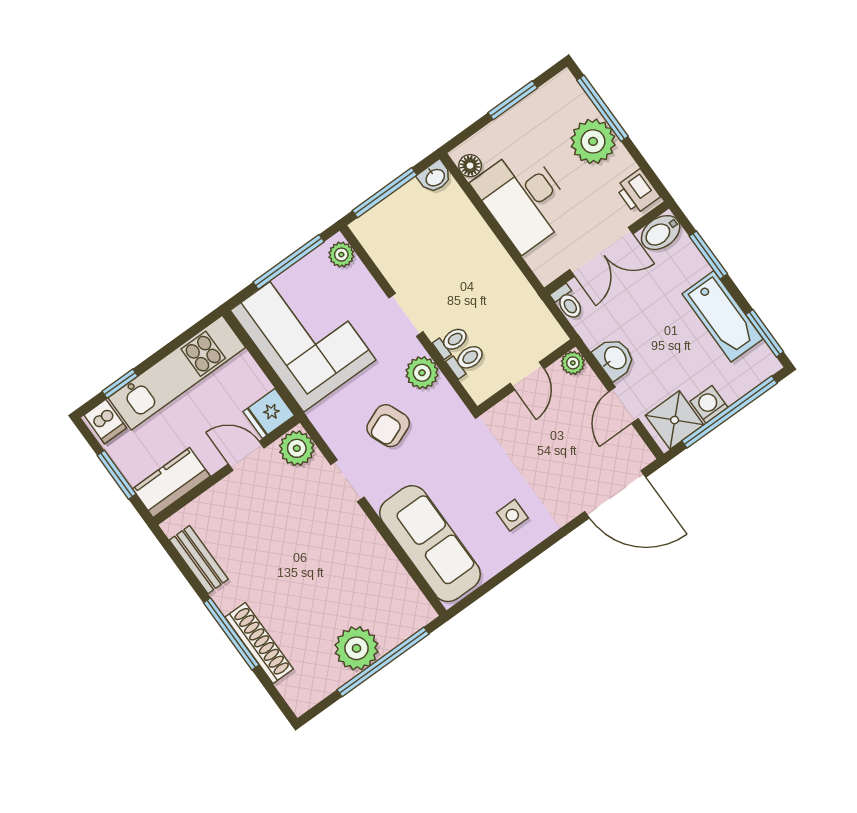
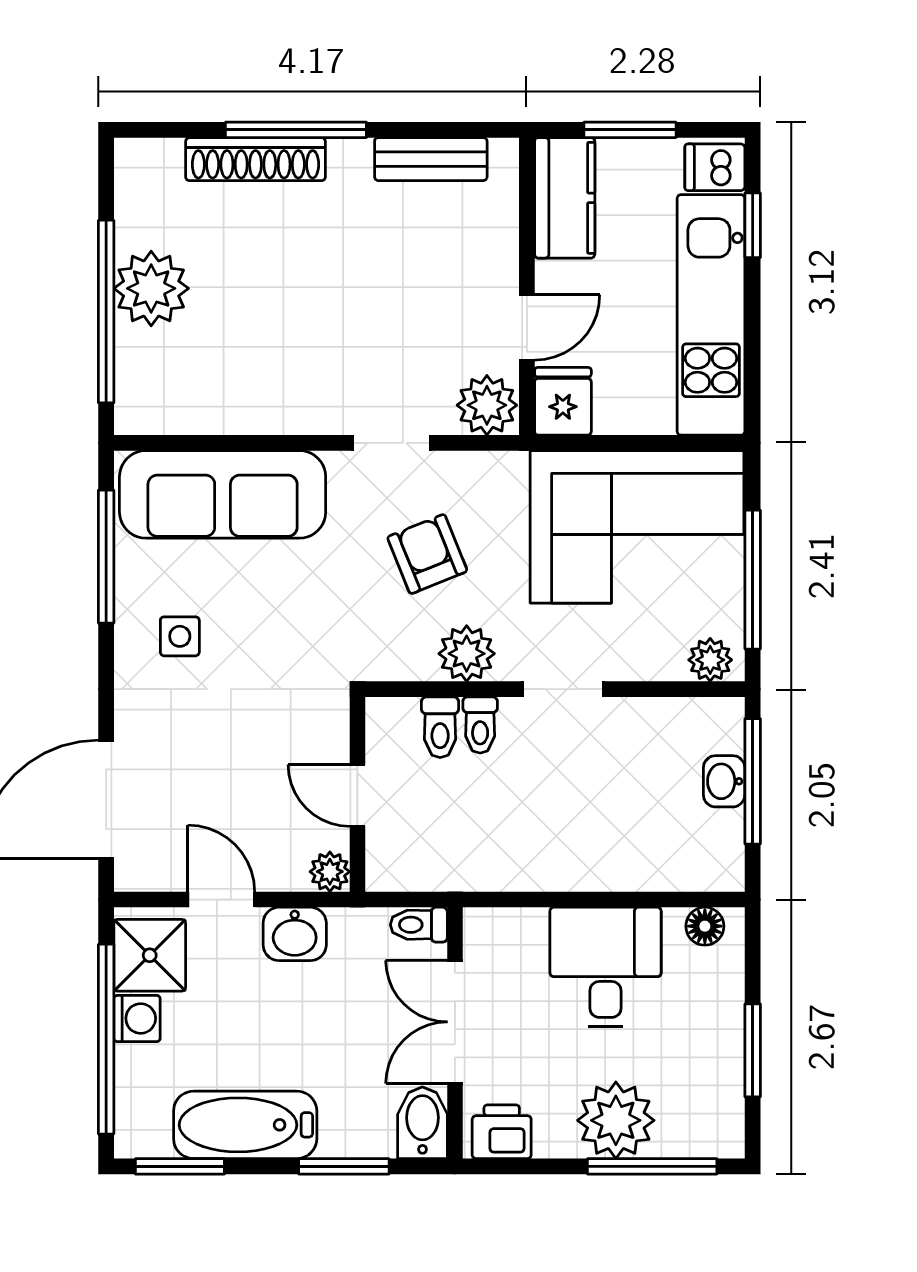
washbasin: (435, 177) -> (724, 781), moved
desk: (524, 199) -> (606, 967), width x0.73
window: (500, 578) -> (106, 557), added

